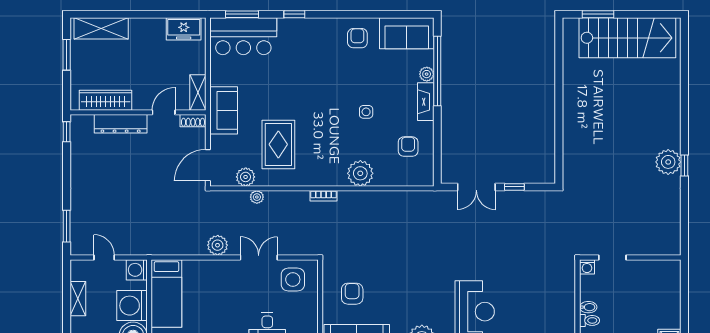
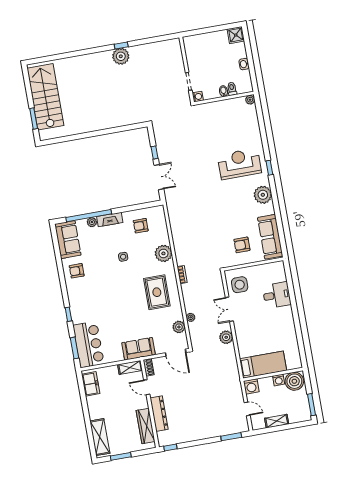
rug: (278, 144) -> (157, 292), moved, turned 90
door: (104, 257) -> (247, 409), swing flipped
washing machine: (132, 306) -> (279, 380), width x0.53, depth x0.53

